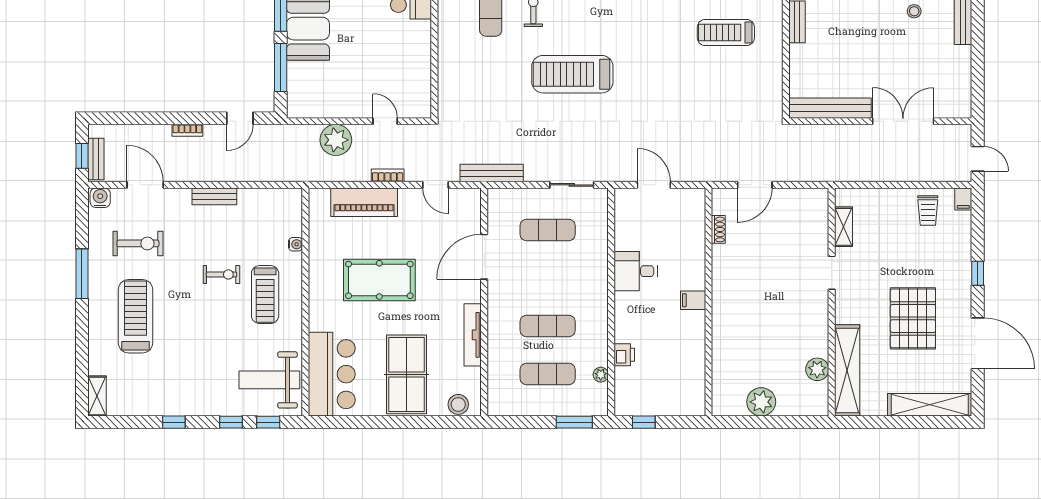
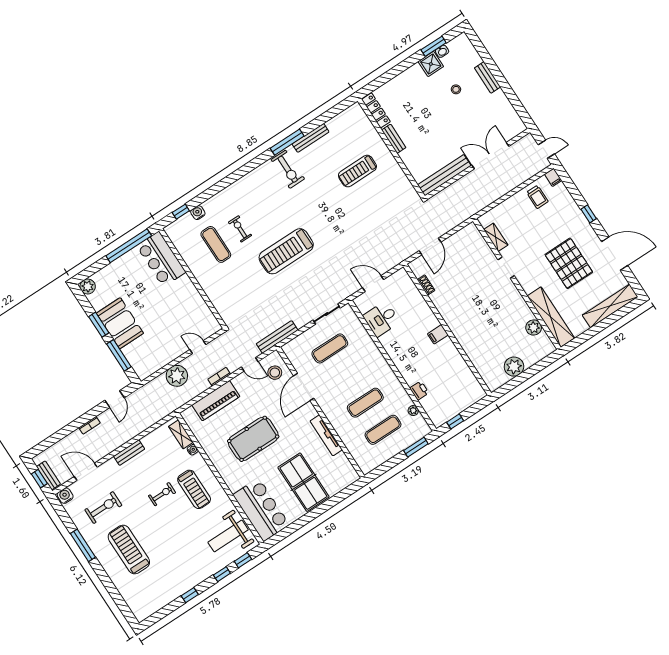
desk: (636, 271) -> (381, 319), moved
shelving: (97, 396) -> (181, 434), moved
stool: (458, 404) -> (275, 373), moved

